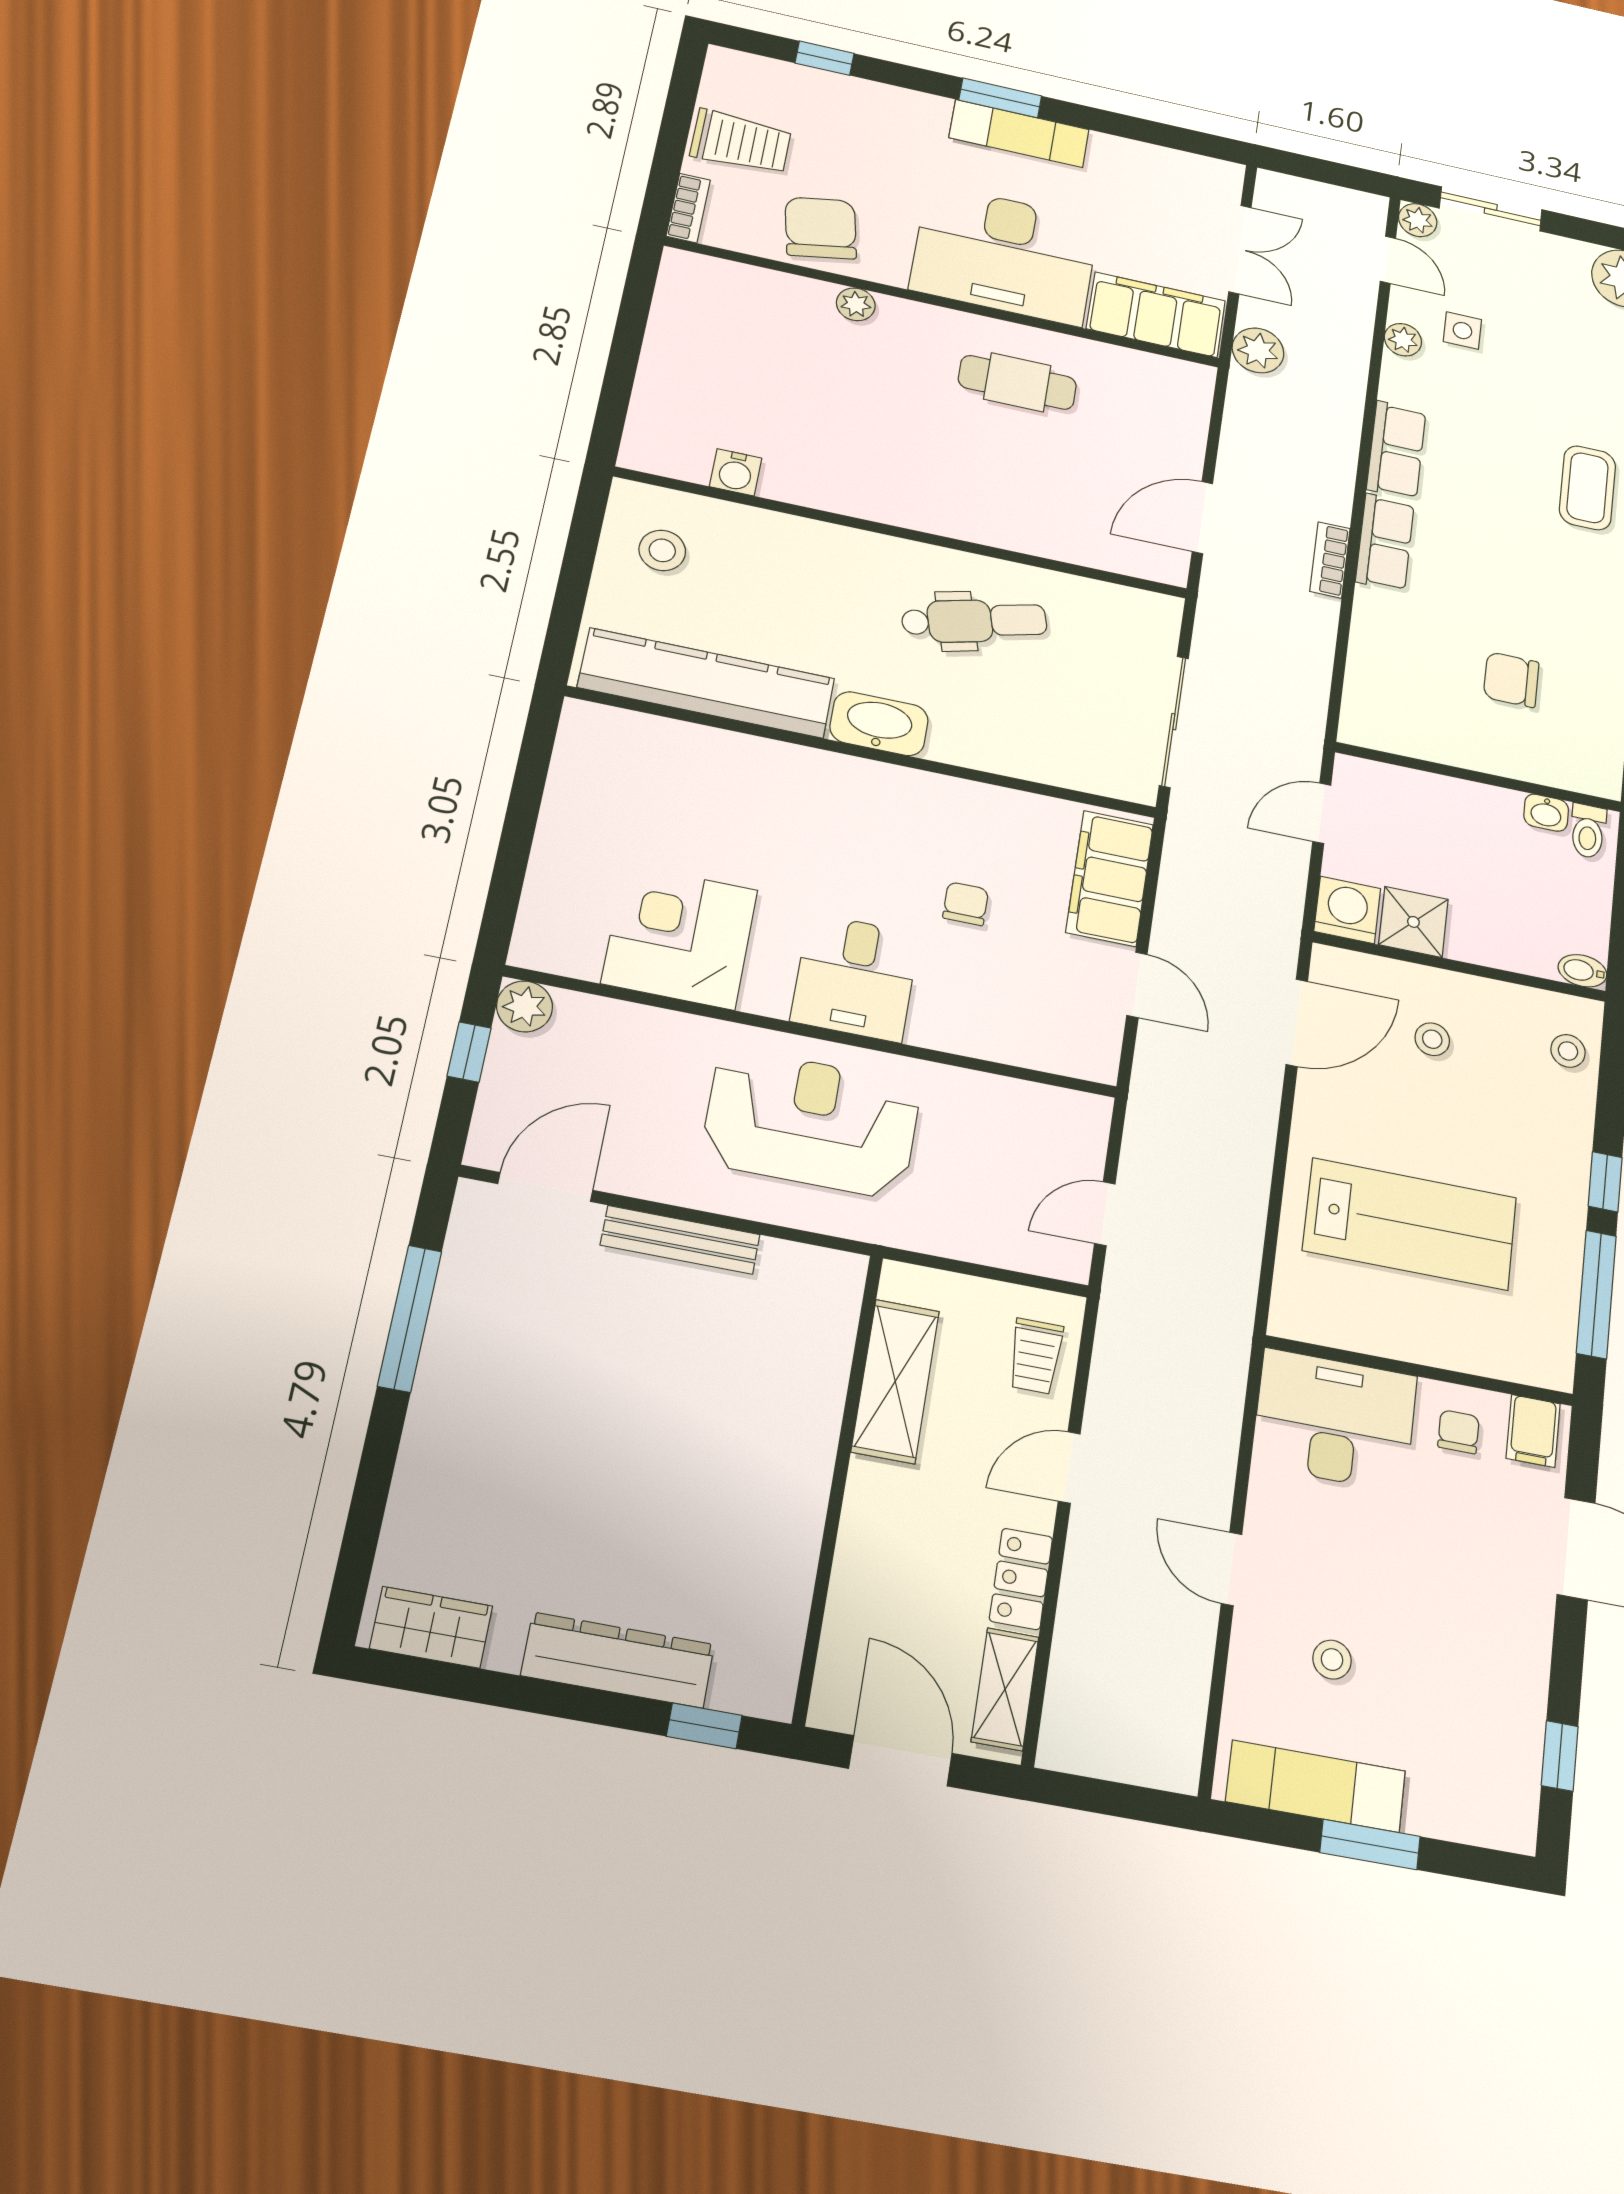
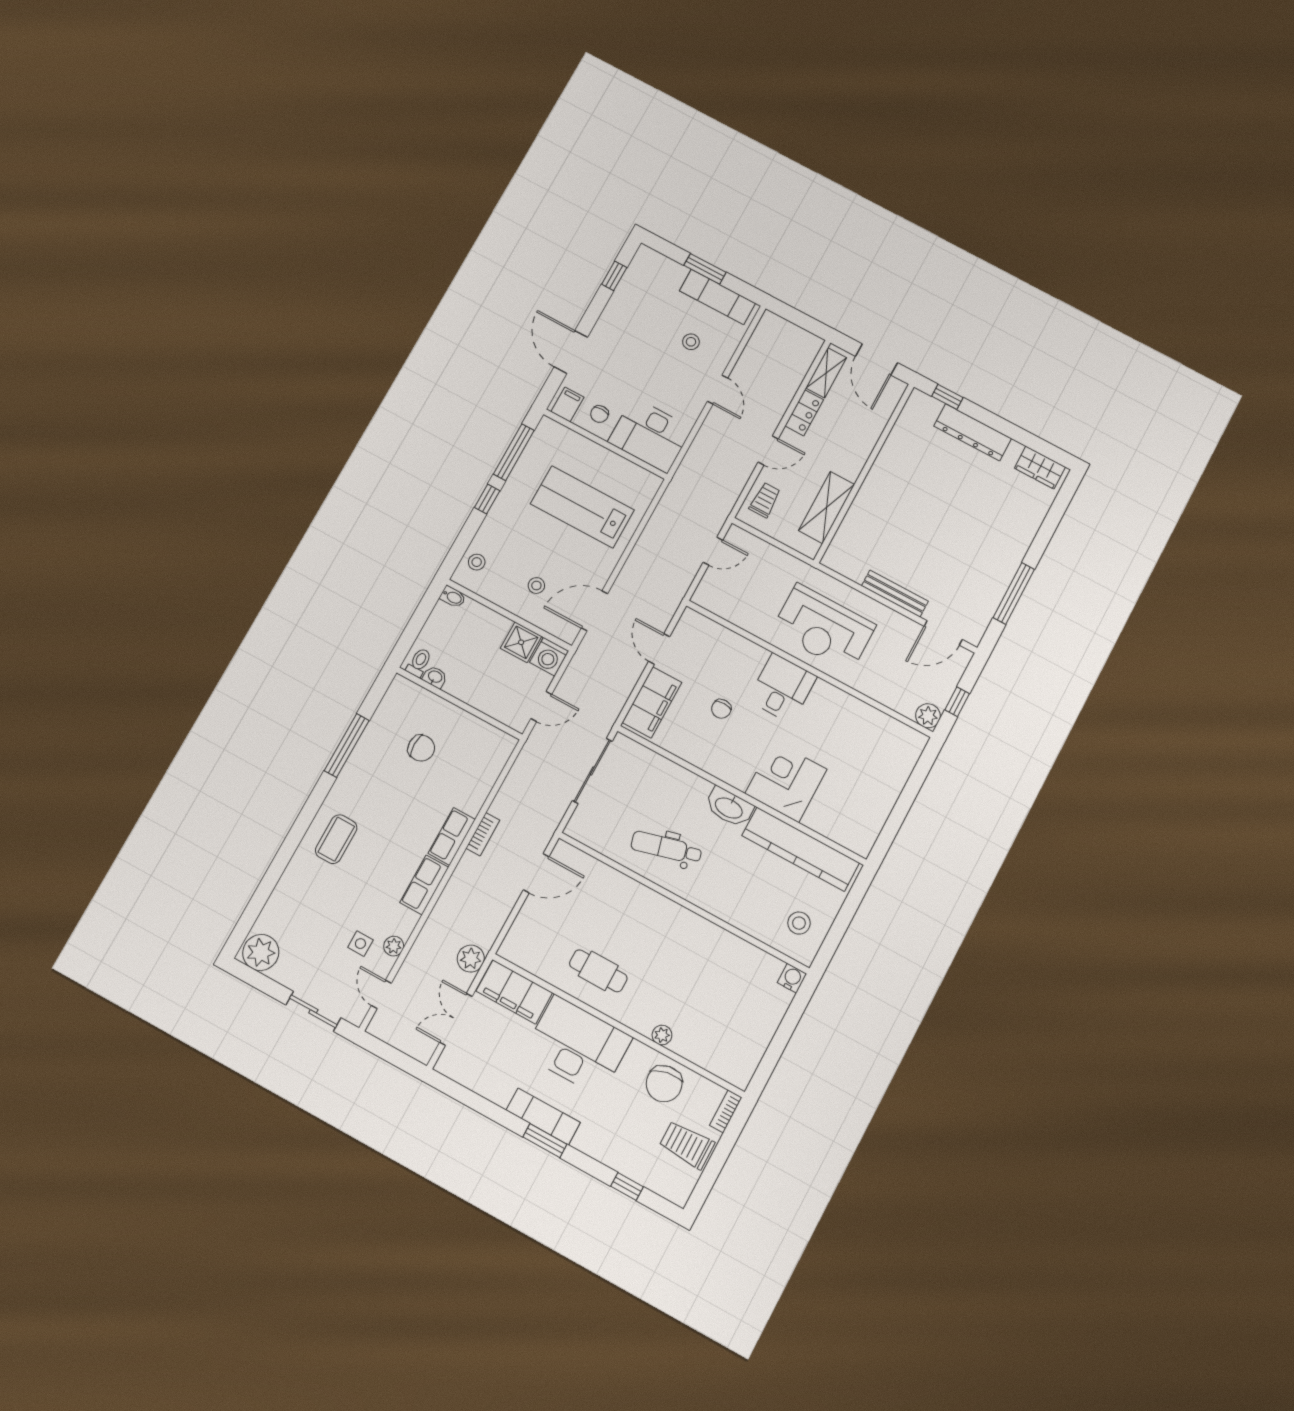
plant: (1418, 220) -> (355, 1014), removed
water cooler: (736, 472) -> (792, 978), moved
corner desk: (680, 937) -> (786, 781), moved, turned 180

